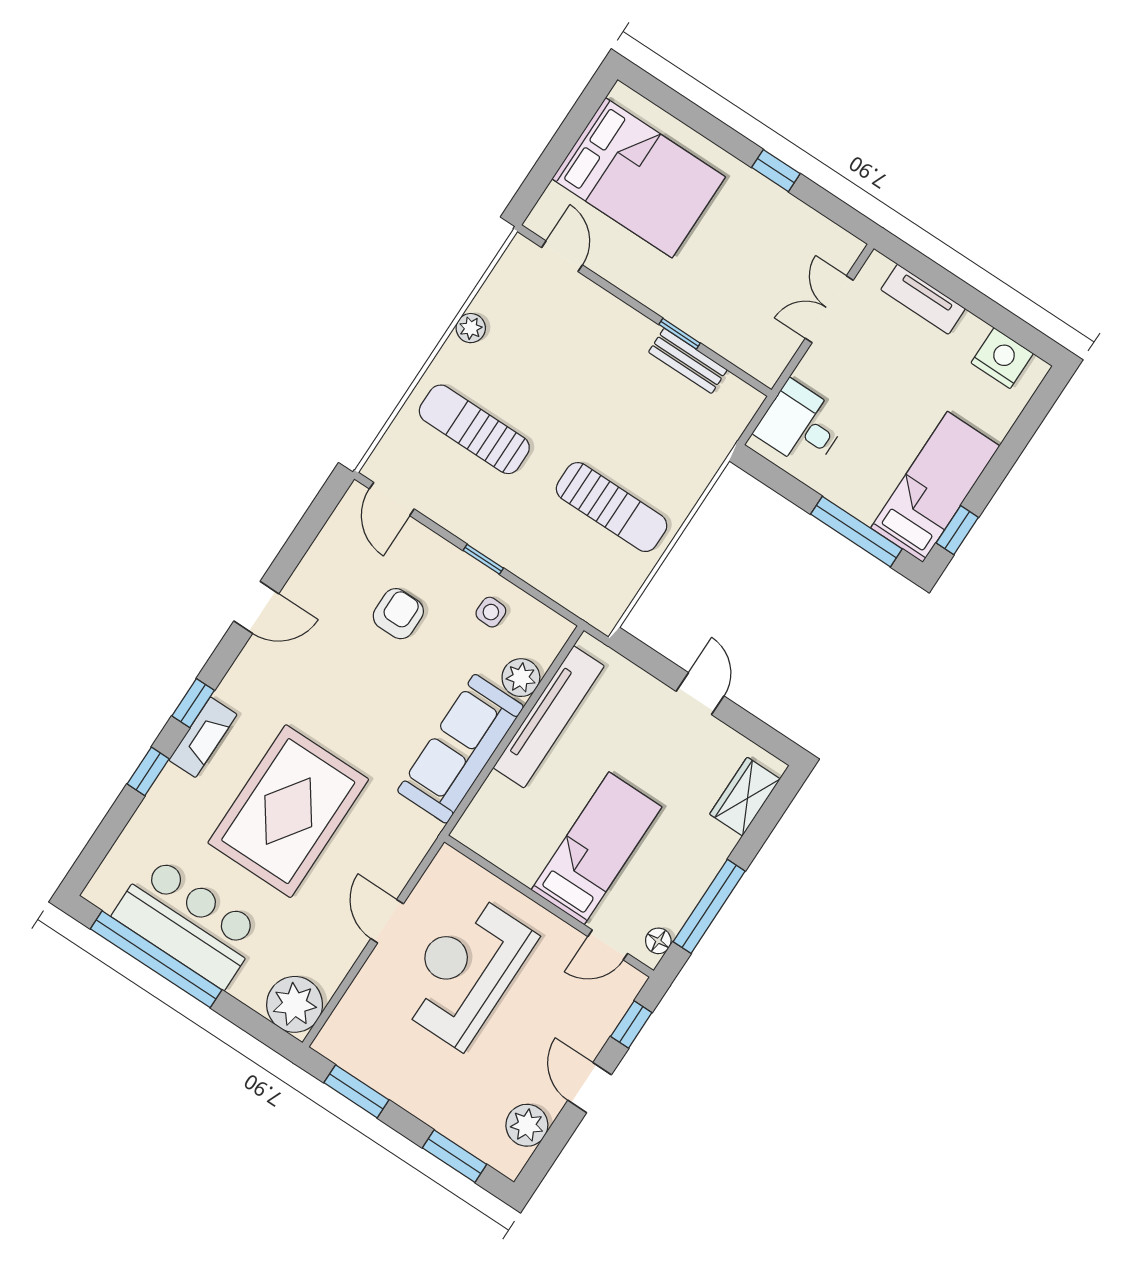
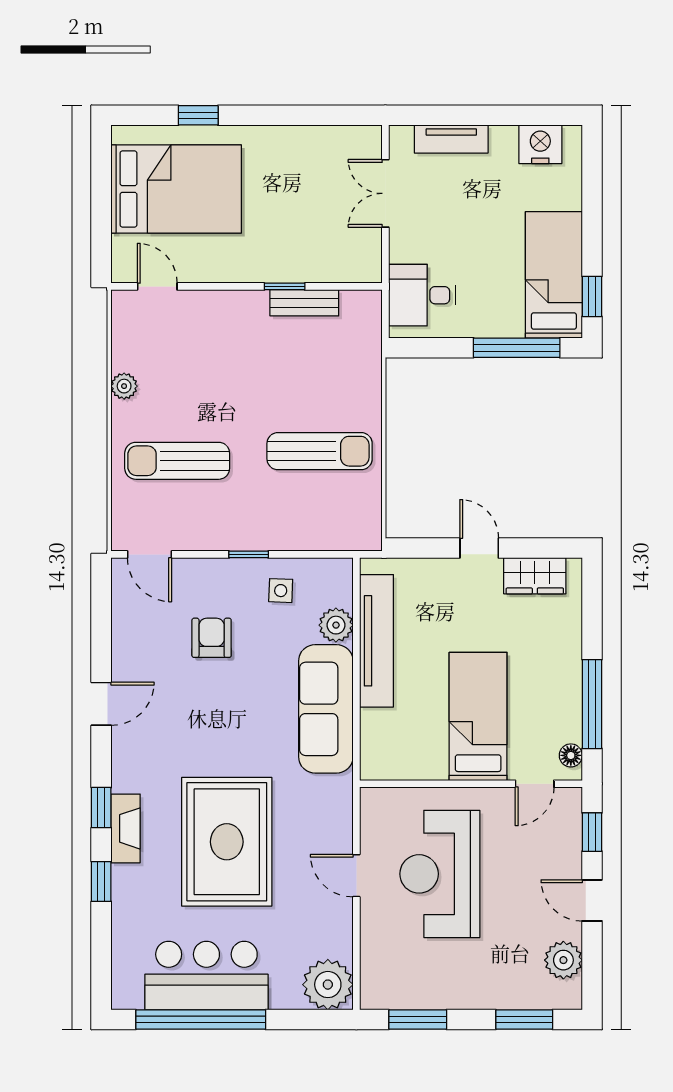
window: (776, 171) -> (198, 115), moved
wardrobe: (745, 796) -> (535, 576), moved, turned -90

